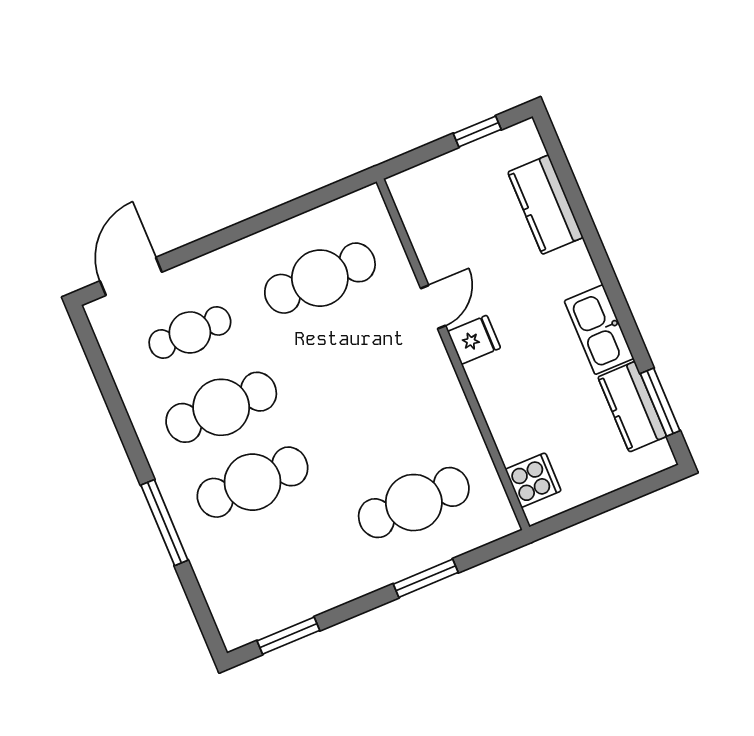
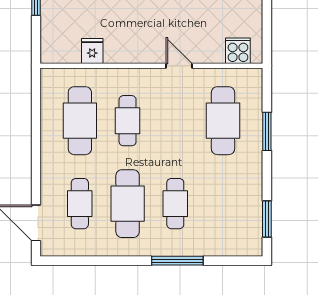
door: (433, 307) -> (179, 66), moved
fridge: (474, 340) -> (92, 51), moved
cafe table: (351, 353) -> (128, 121), added
cafe table: (252, 482) -> (175, 204), width x0.73, depth x0.74

